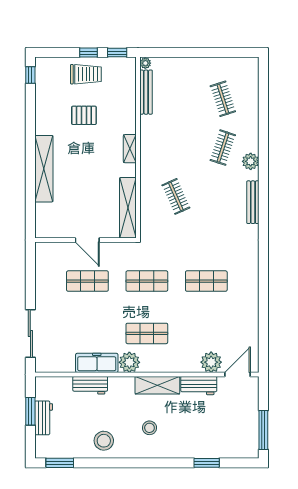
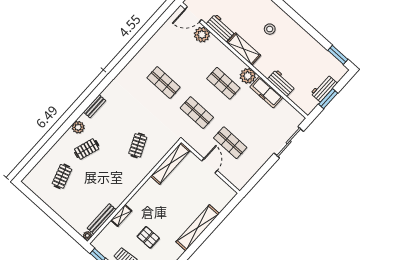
shelving: (130, 149) -> (121, 215), moved
bench: (253, 202) -> (95, 106), width x0.73
stool: (104, 441) -> (302, 45), removed

